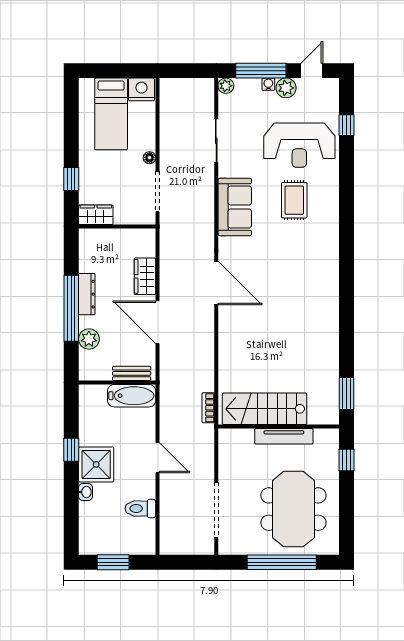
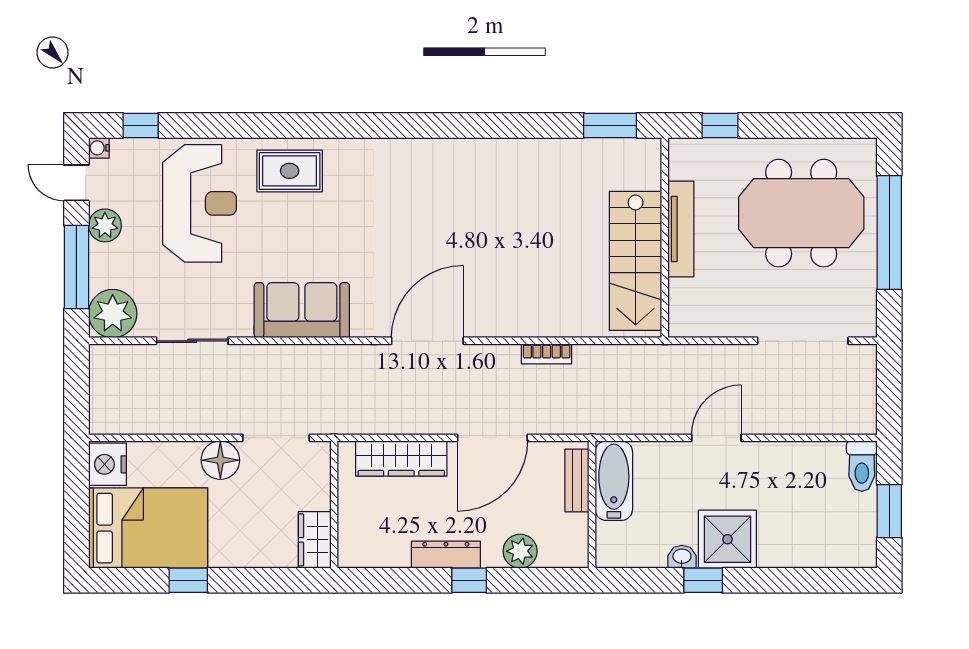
water cooler: (268, 84) -> (99, 148), moved
plant: (226, 86) -> (113, 314), width x1.88, depth x1.88
bed: (111, 114) -> (148, 528), width x1.50
window: (346, 125) -> (141, 125), moved
floor lamp: (150, 158) -> (220, 460), width x1.89, depth x1.89
window: (71, 179) -> (188, 580), moved
rug: (294, 200) -> (290, 171), moved
wardrobe: (145, 276) -> (401, 458), width x1.50
window: (71, 308) -> (469, 580), width x0.32
bookcase: (208, 408) -> (547, 354), moved
washbasin: (86, 492) -> (682, 557), moved
toilet: (140, 508) -> (862, 466), moved

